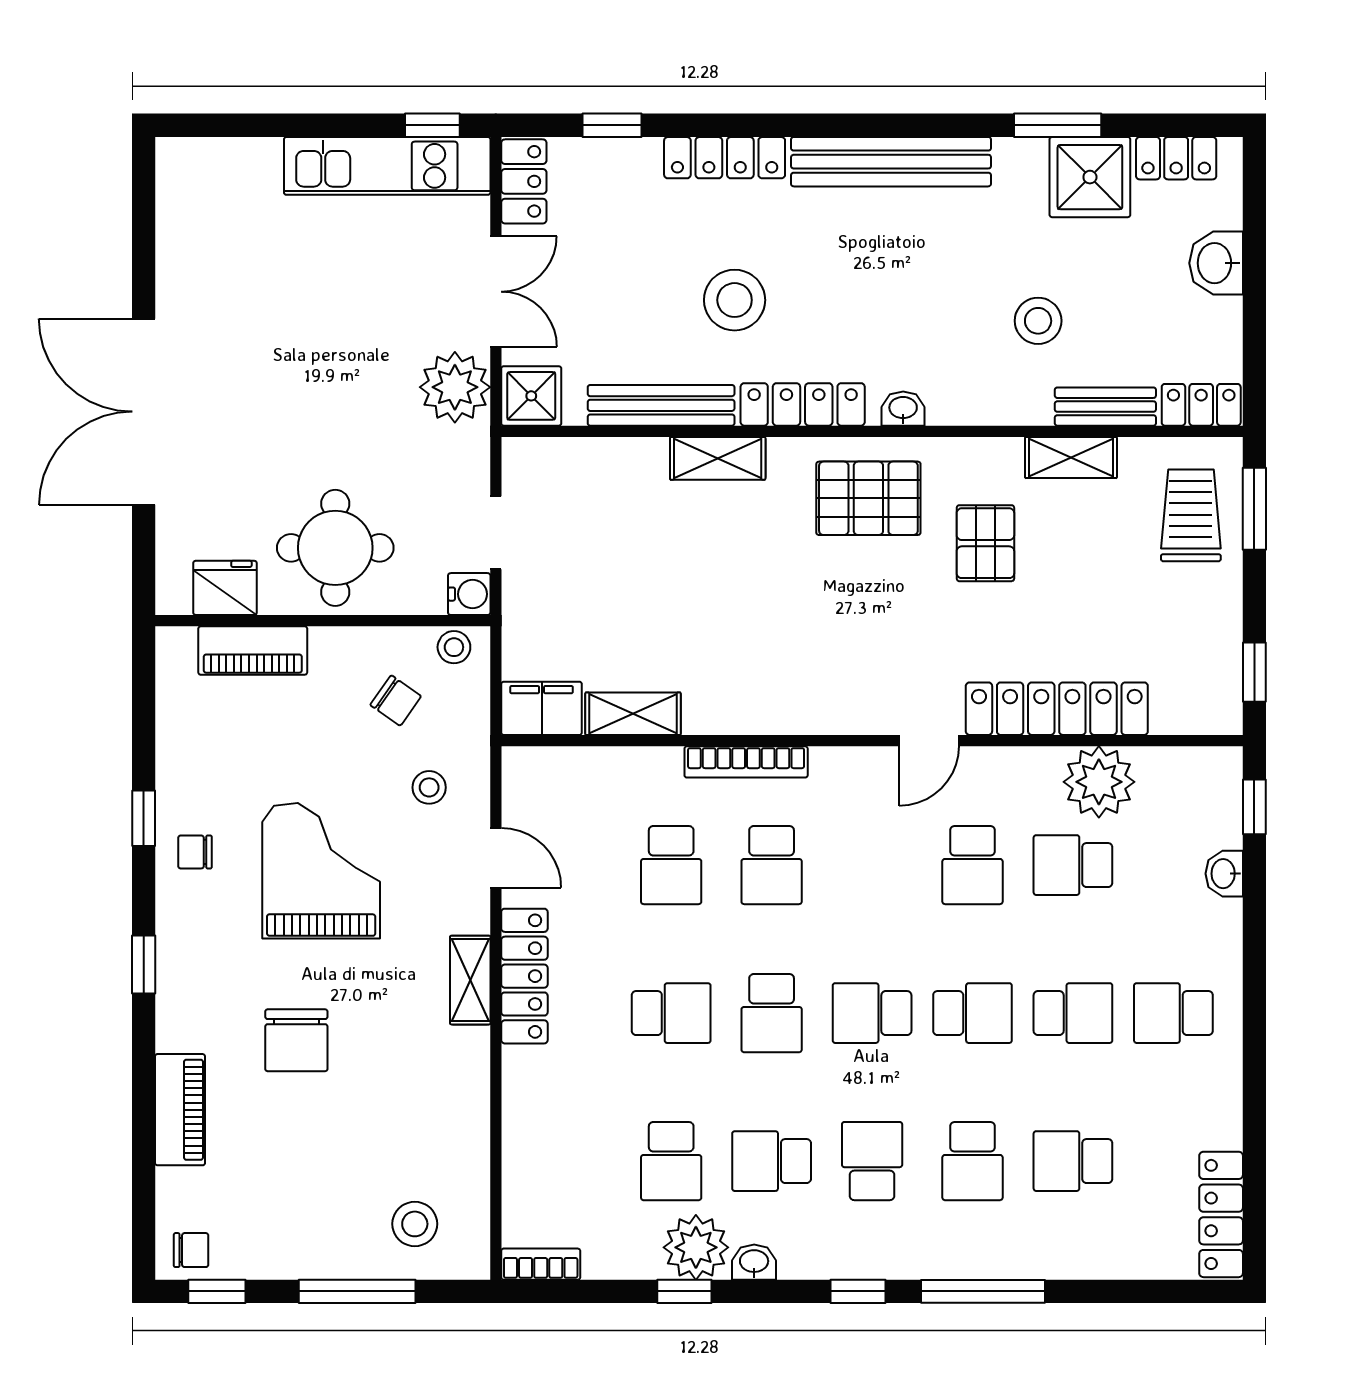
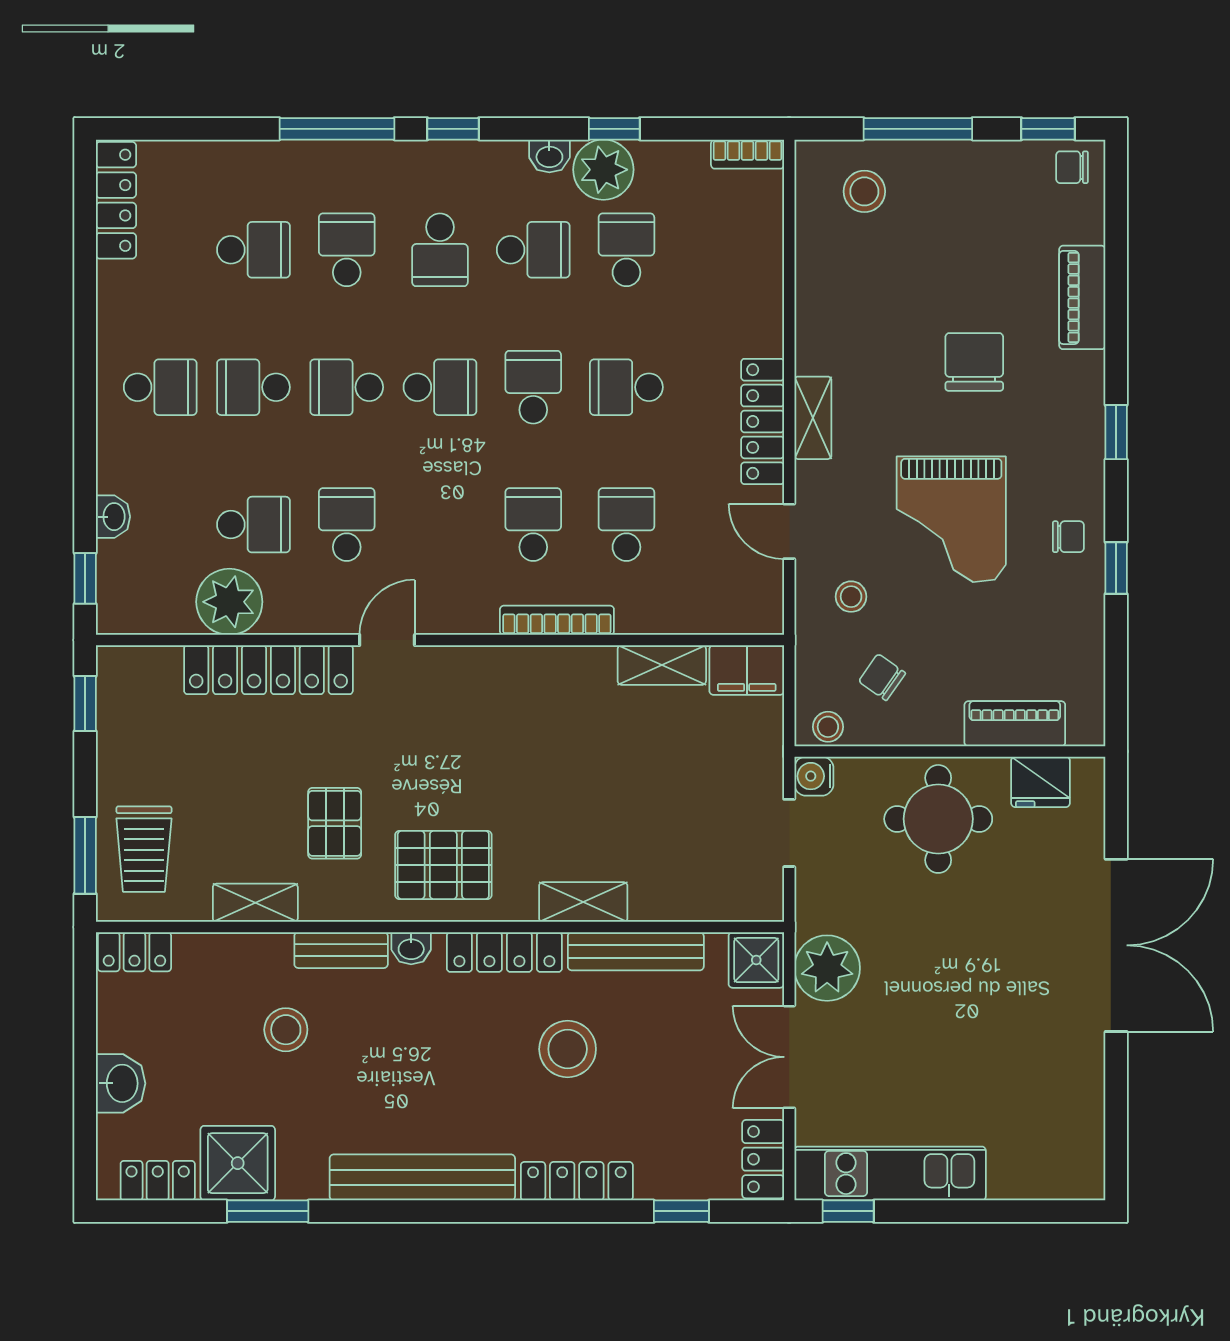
bench: (1105, 407) -> (341, 950), moved

